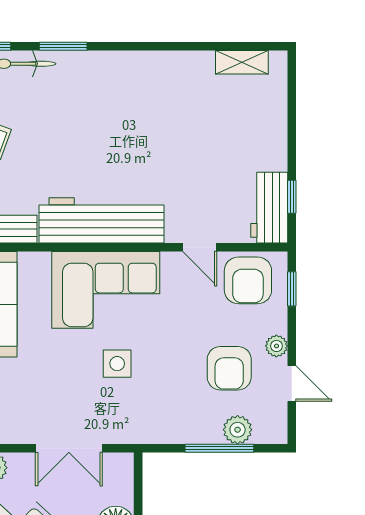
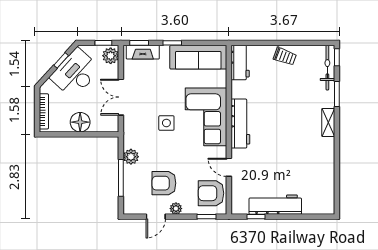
shelving: (242, 62) -> (328, 122), moved
workbench: (269, 208) -> (275, 205), moved, width x1.37
workbench: (102, 220) -> (240, 124), width x0.73, depth x0.76
door: (200, 247) -> (229, 167), hinge flipped
plant: (238, 430) -> (131, 157), moved

